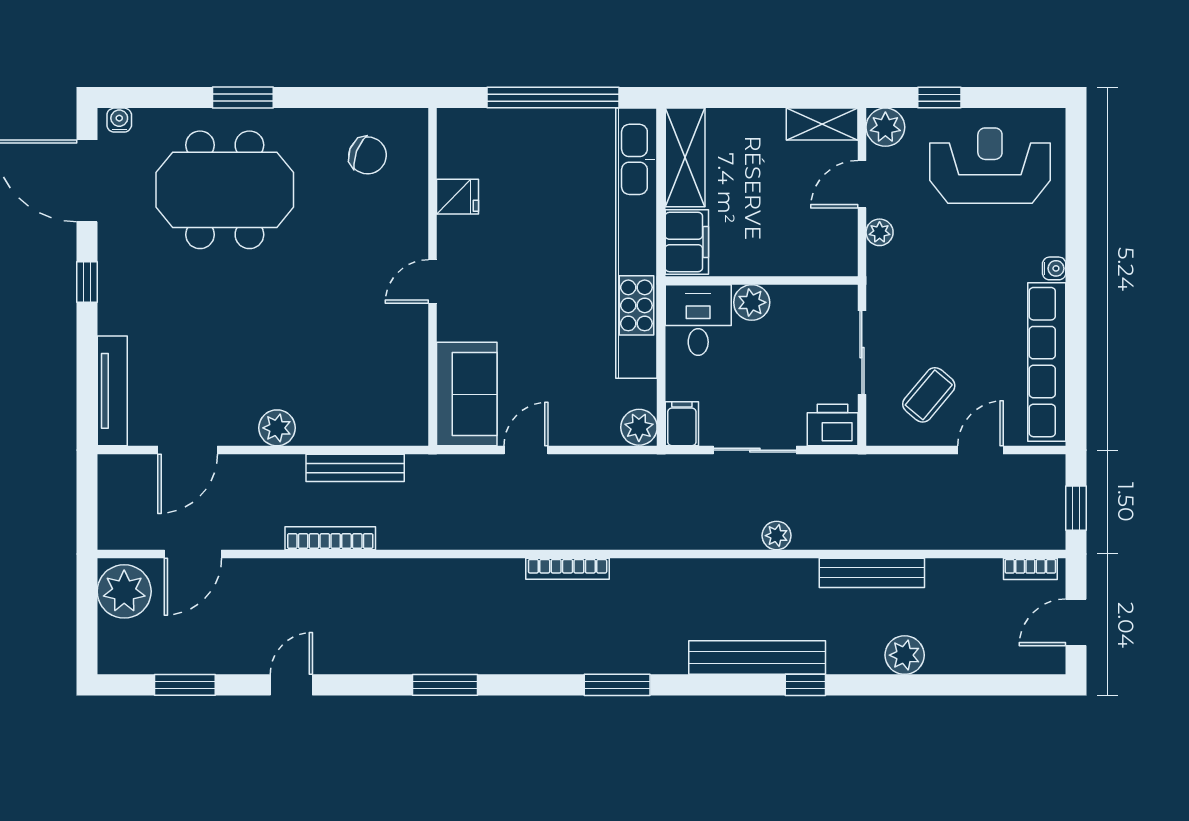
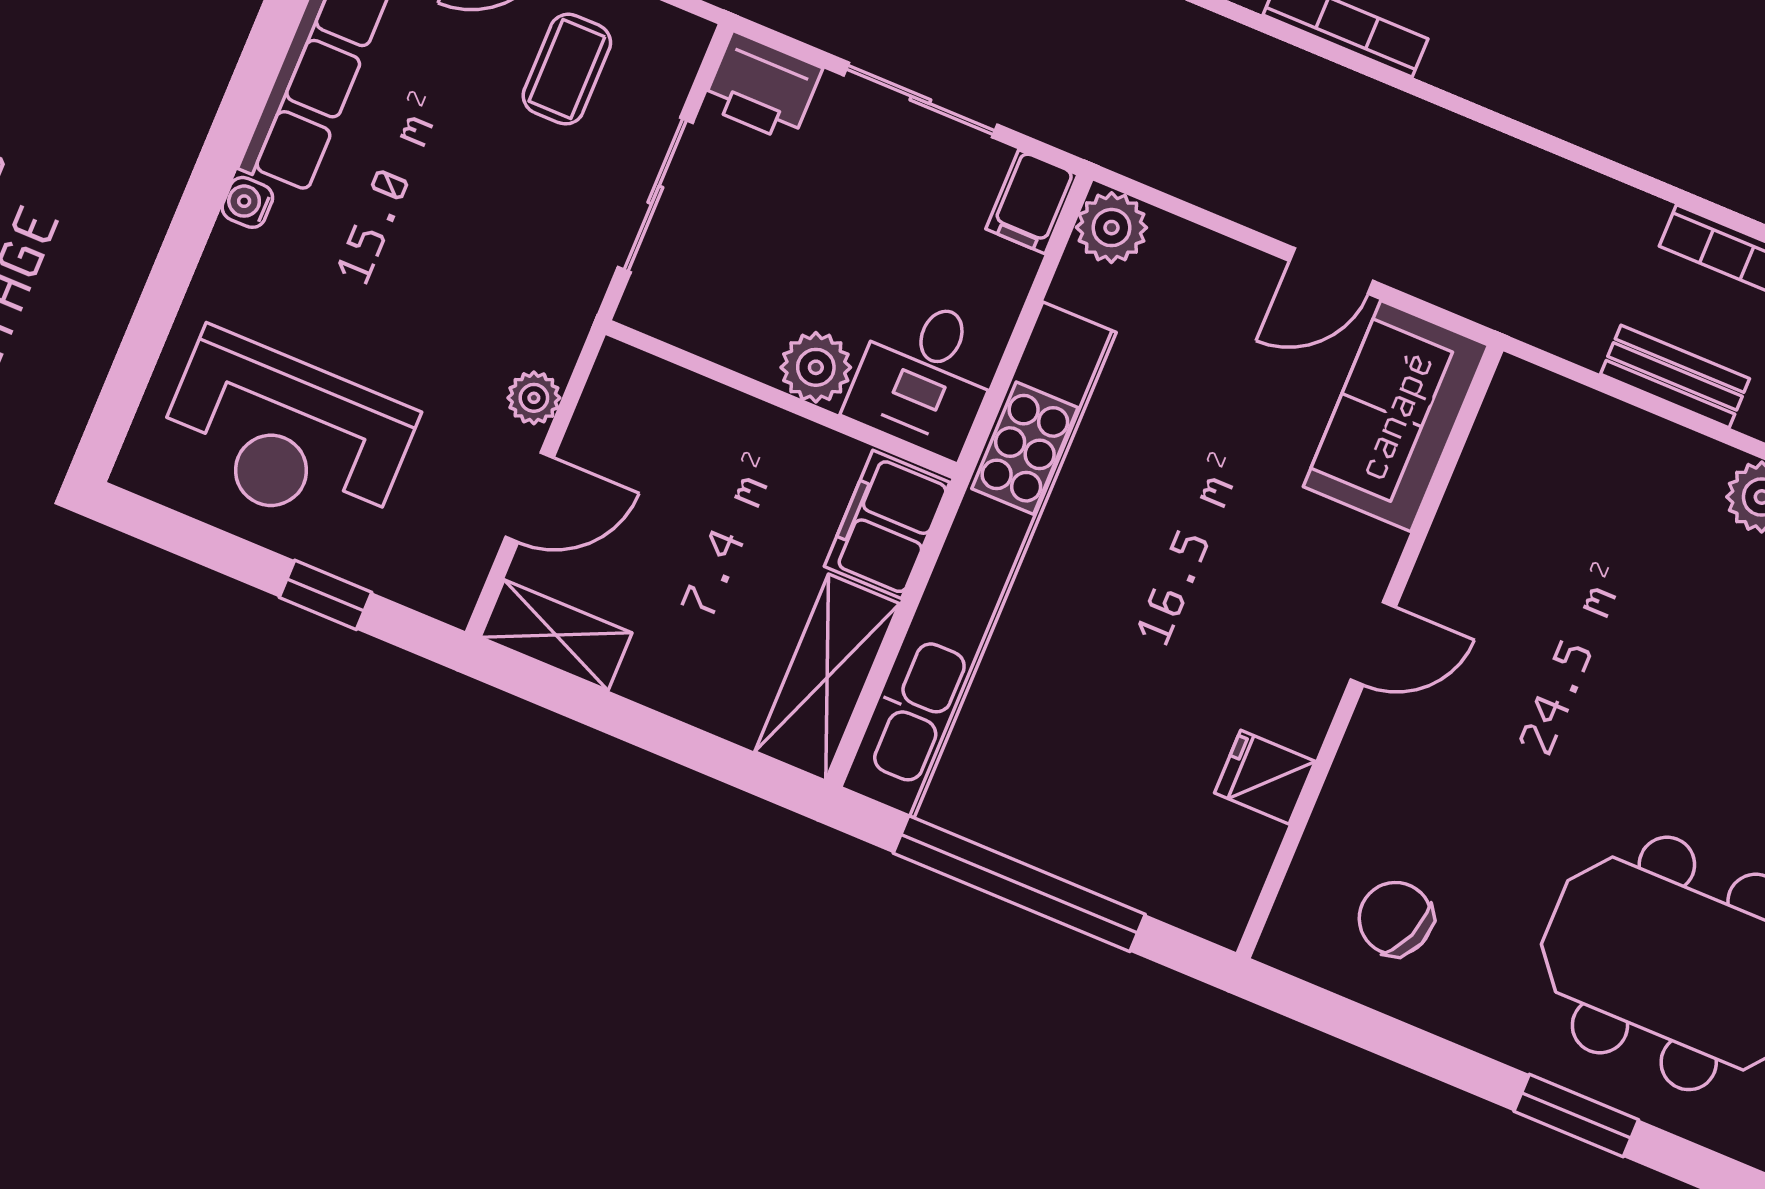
plant: (885, 127) -> (445, 582), removed
coffee table: (929, 395) -> (567, 69), turned -40
bench: (355, 468) -> (1675, 376), width x0.73

